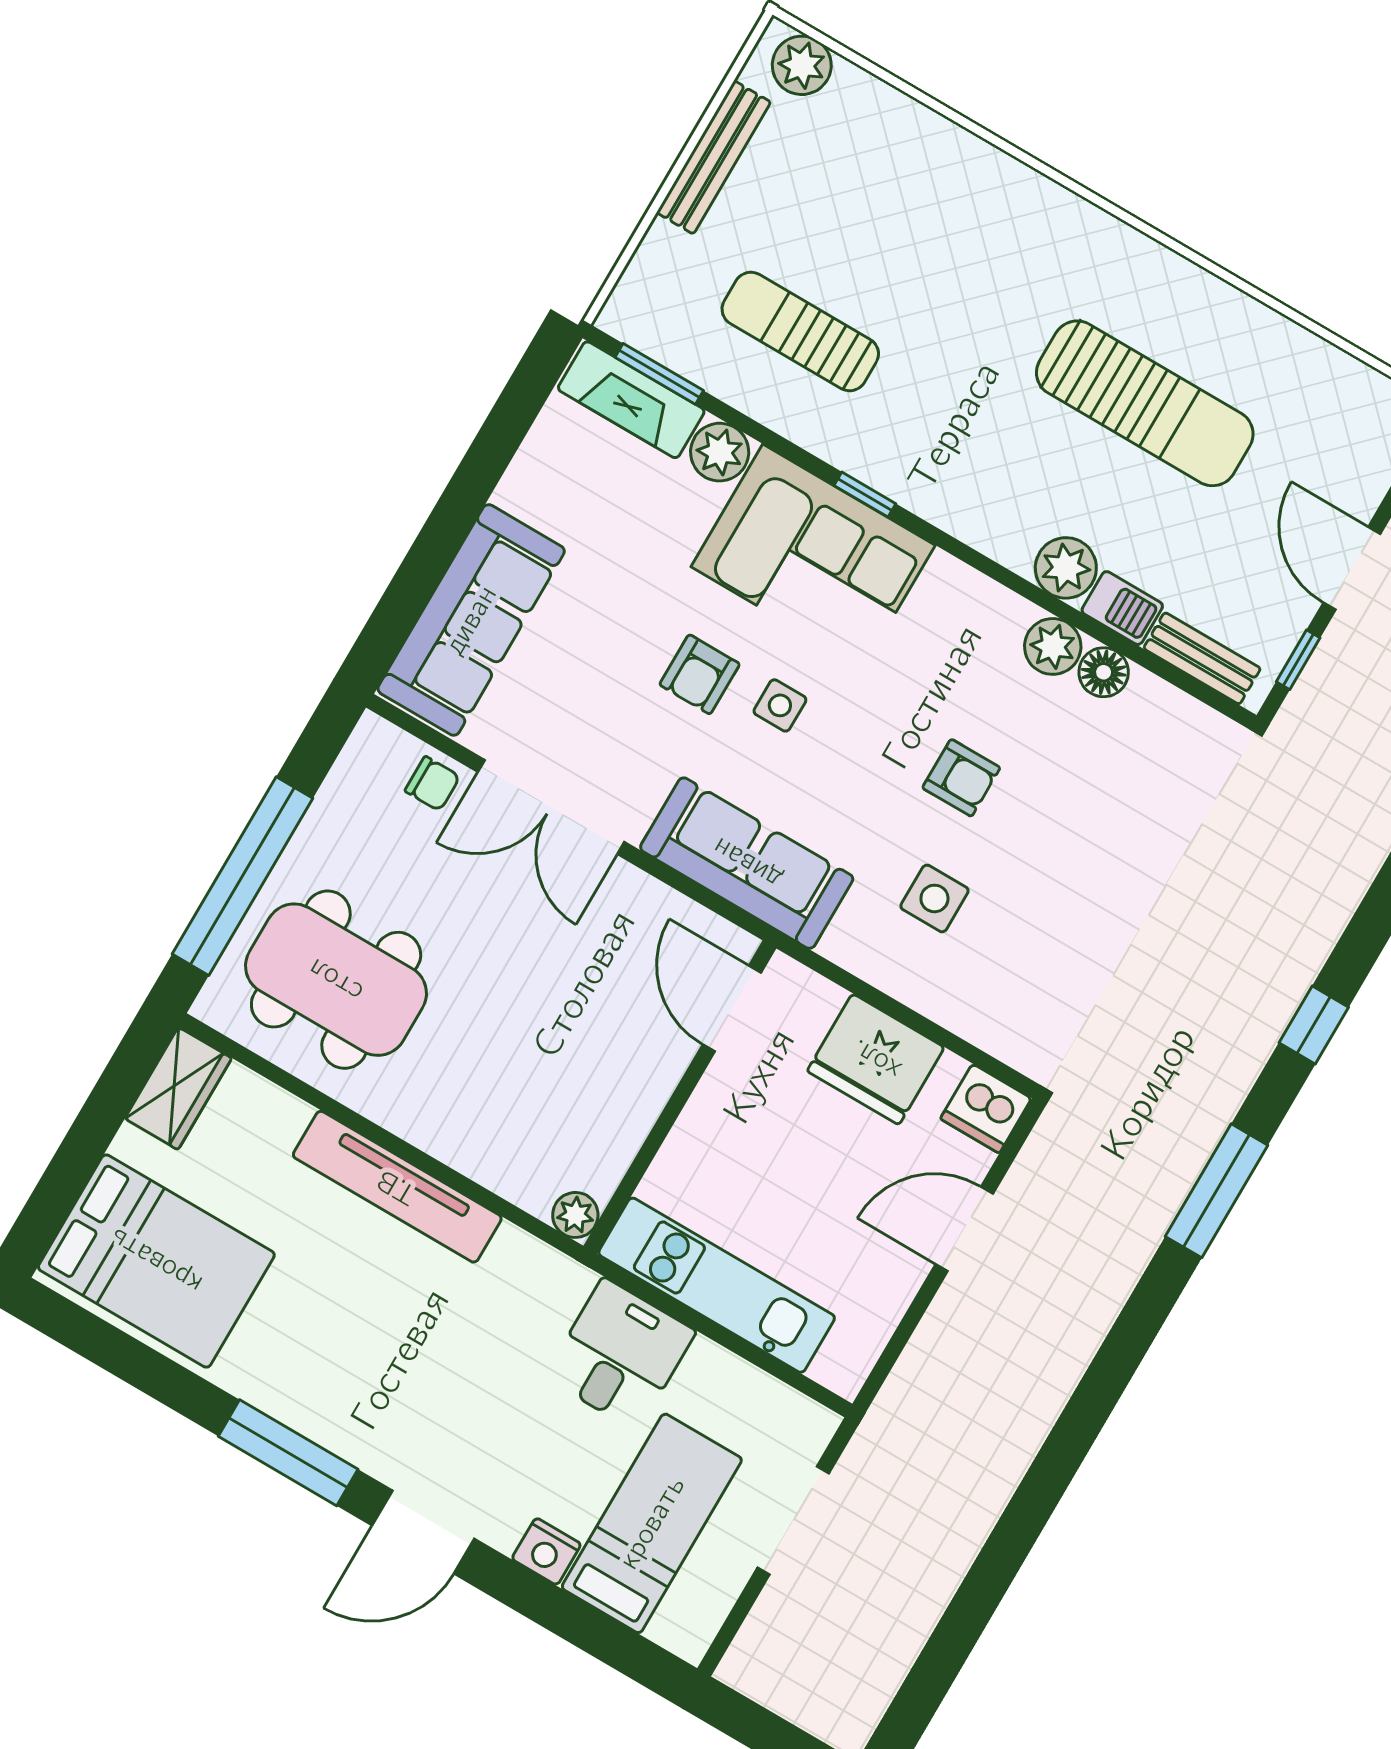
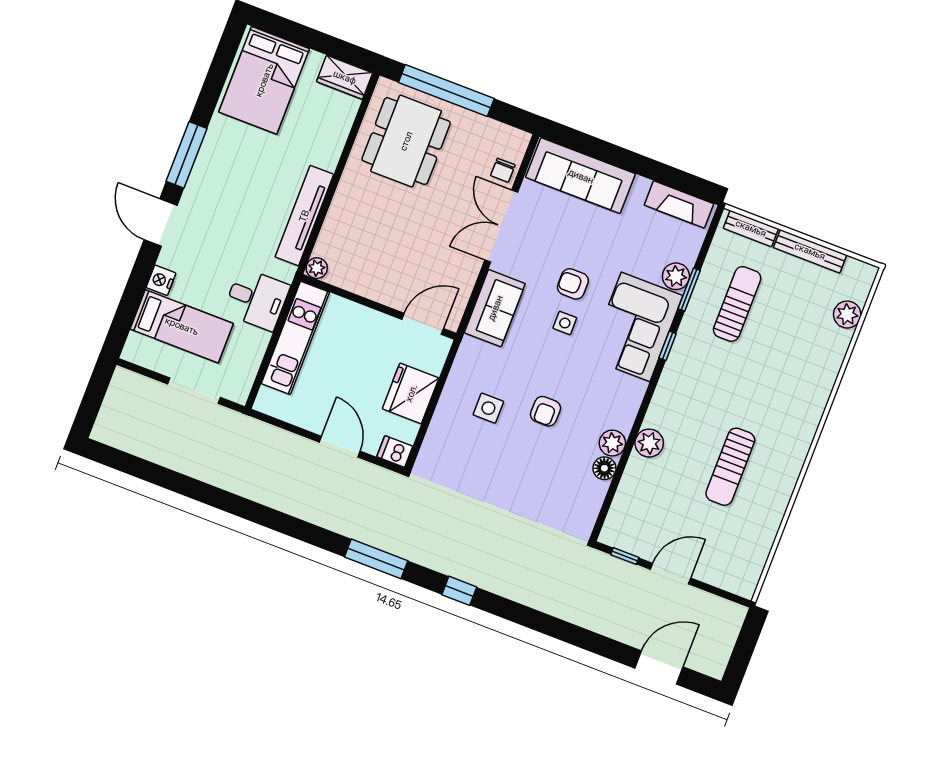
plant: (802, 65) -> (847, 315), moved
window: (659, 374) -> (689, 290), moved
fireplace: (631, 400) -> (679, 204), moved, turned -90
sun lounger: (1145, 403) -> (730, 467), width x0.73, depth x0.75
barbecue: (1122, 608) -> (635, 472), removed
bench: (1202, 658) -> (751, 228), moved, turned 90
sofa: (747, 863) -> (495, 308), width x0.73
dishwasher: (986, 1109) -> (395, 452), width x0.73
tv unit: (397, 1187) -> (304, 216), moved

